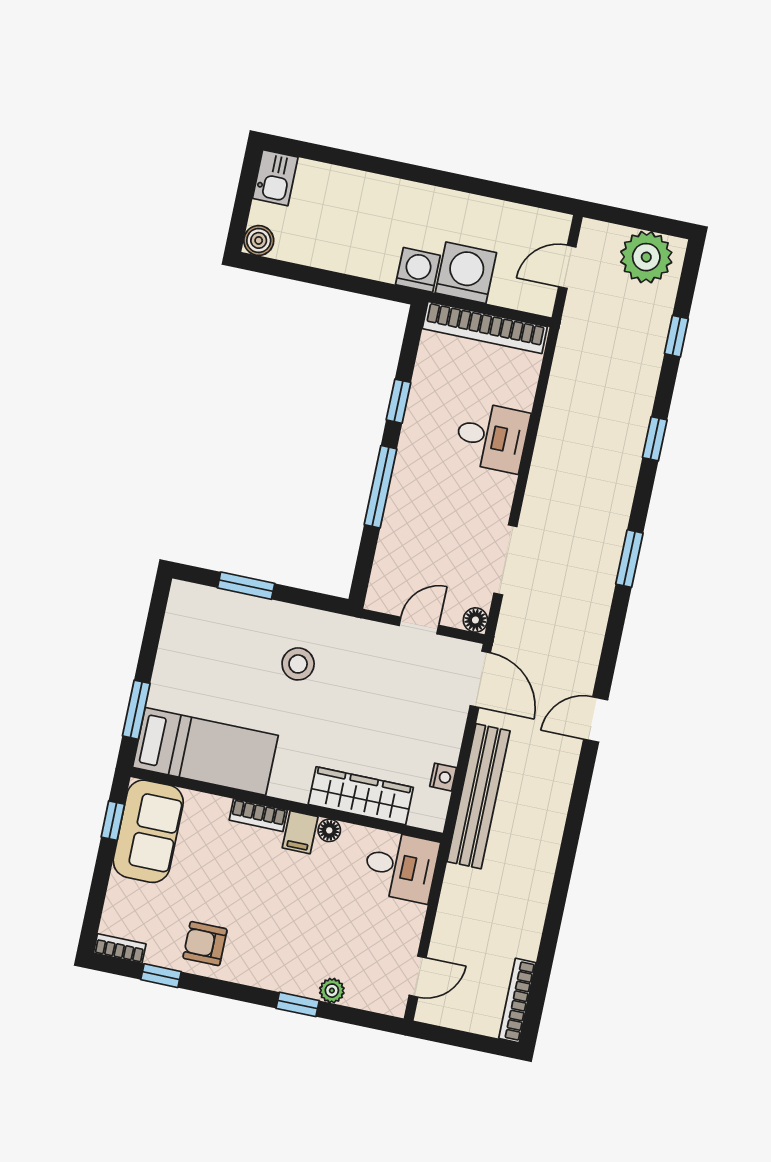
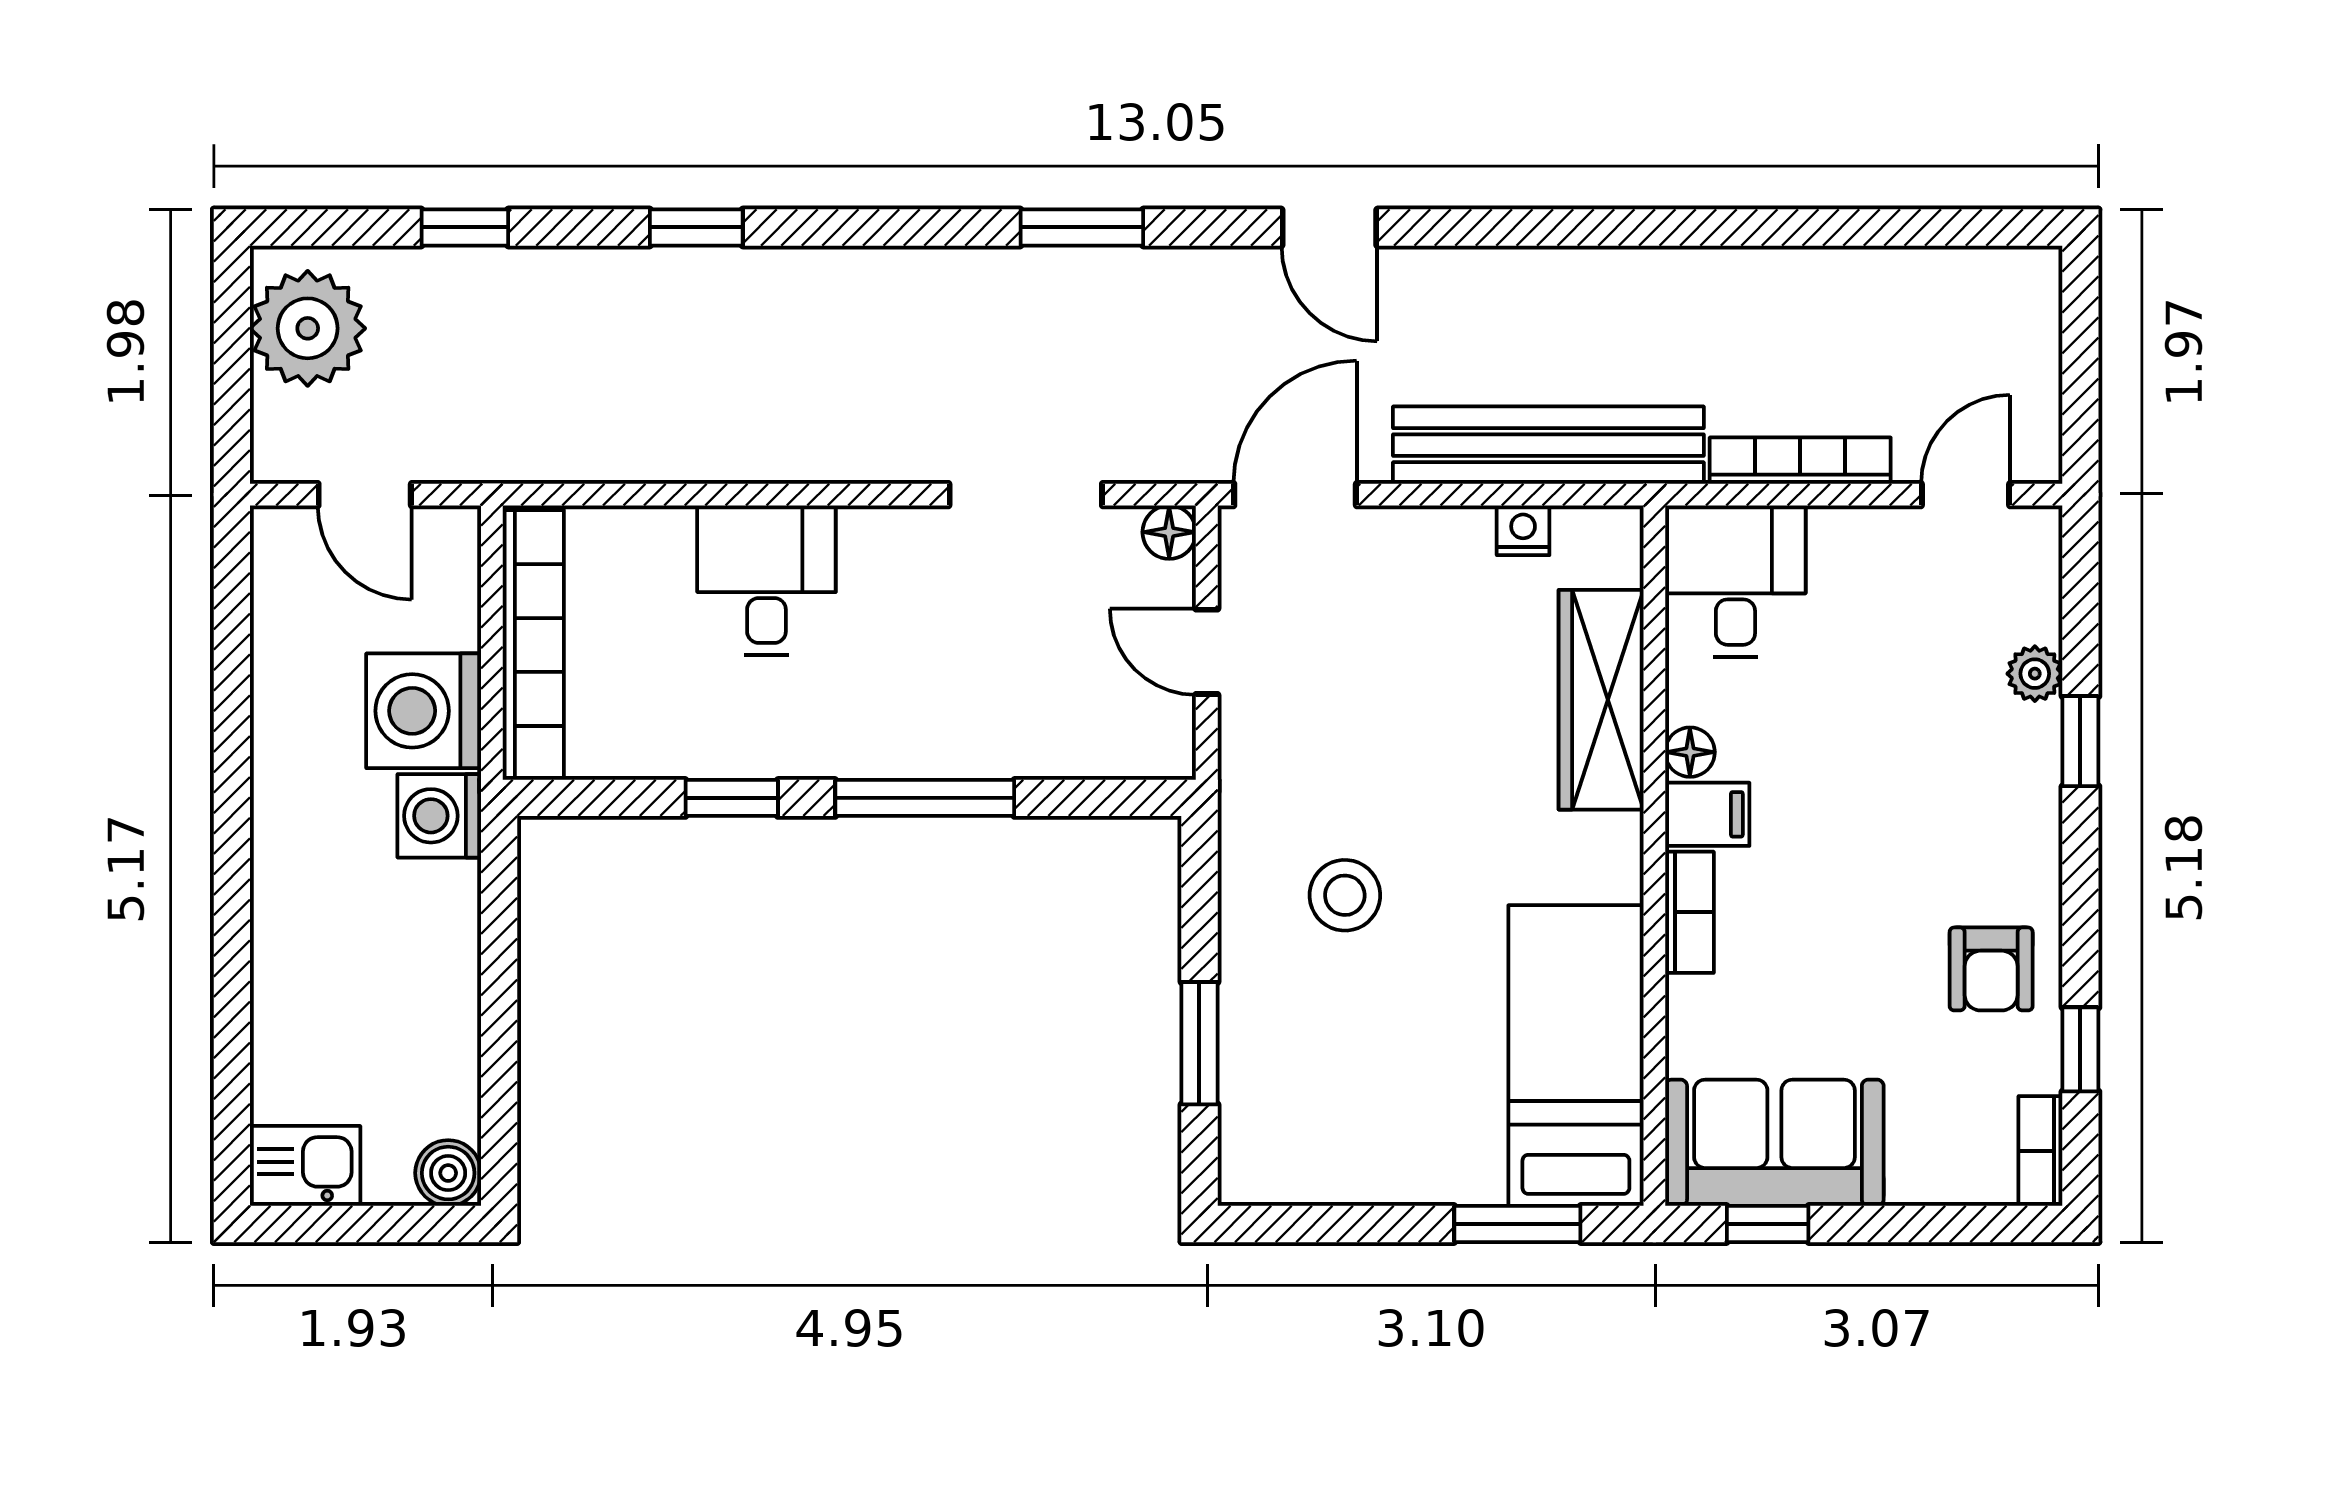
window: (629, 559) -> (1082, 227), moved
door: (418, 977) -> (1966, 495), hinge flipped
bookcase: (517, 1000) -> (1800, 461), moved, turned 180

